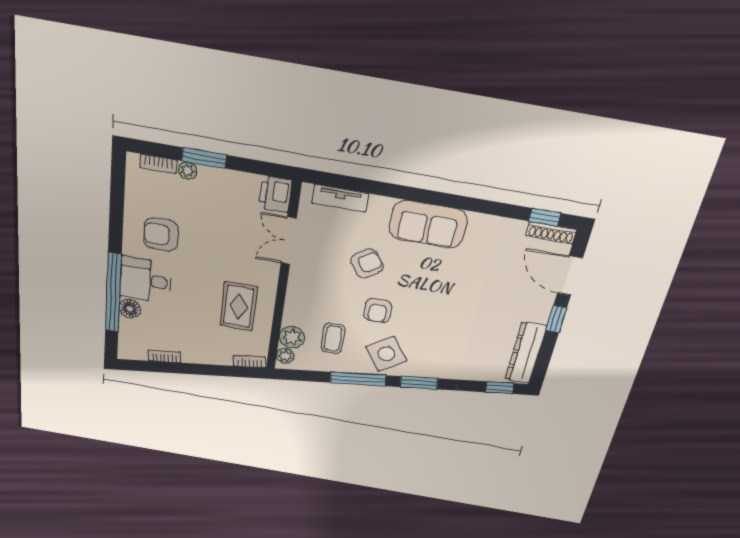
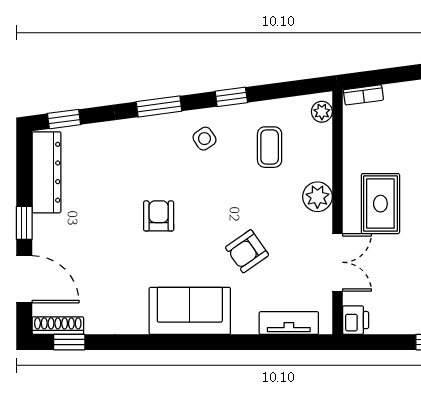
printer: (275, 194) -> (356, 320), width x0.73, depth x0.81
rug: (239, 306) -> (380, 204), moved
armchair: (378, 310) -> (159, 216), moved
plant: (292, 337) -> (317, 197), moved
side table: (386, 354) -> (204, 139), width x0.54, depth x0.54
window: (358, 379) -> (231, 97), width x0.46

